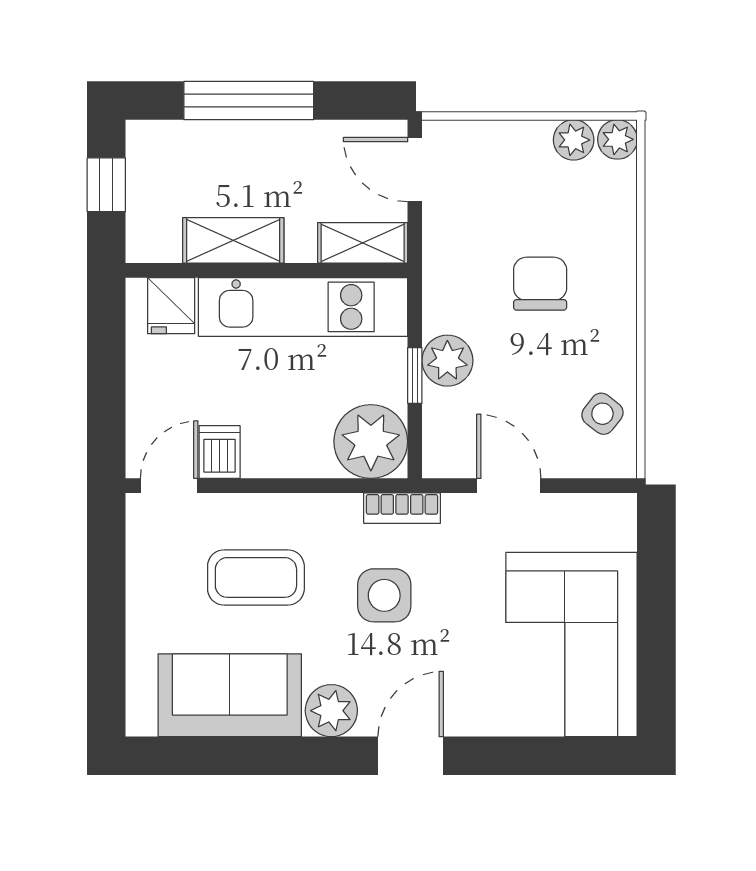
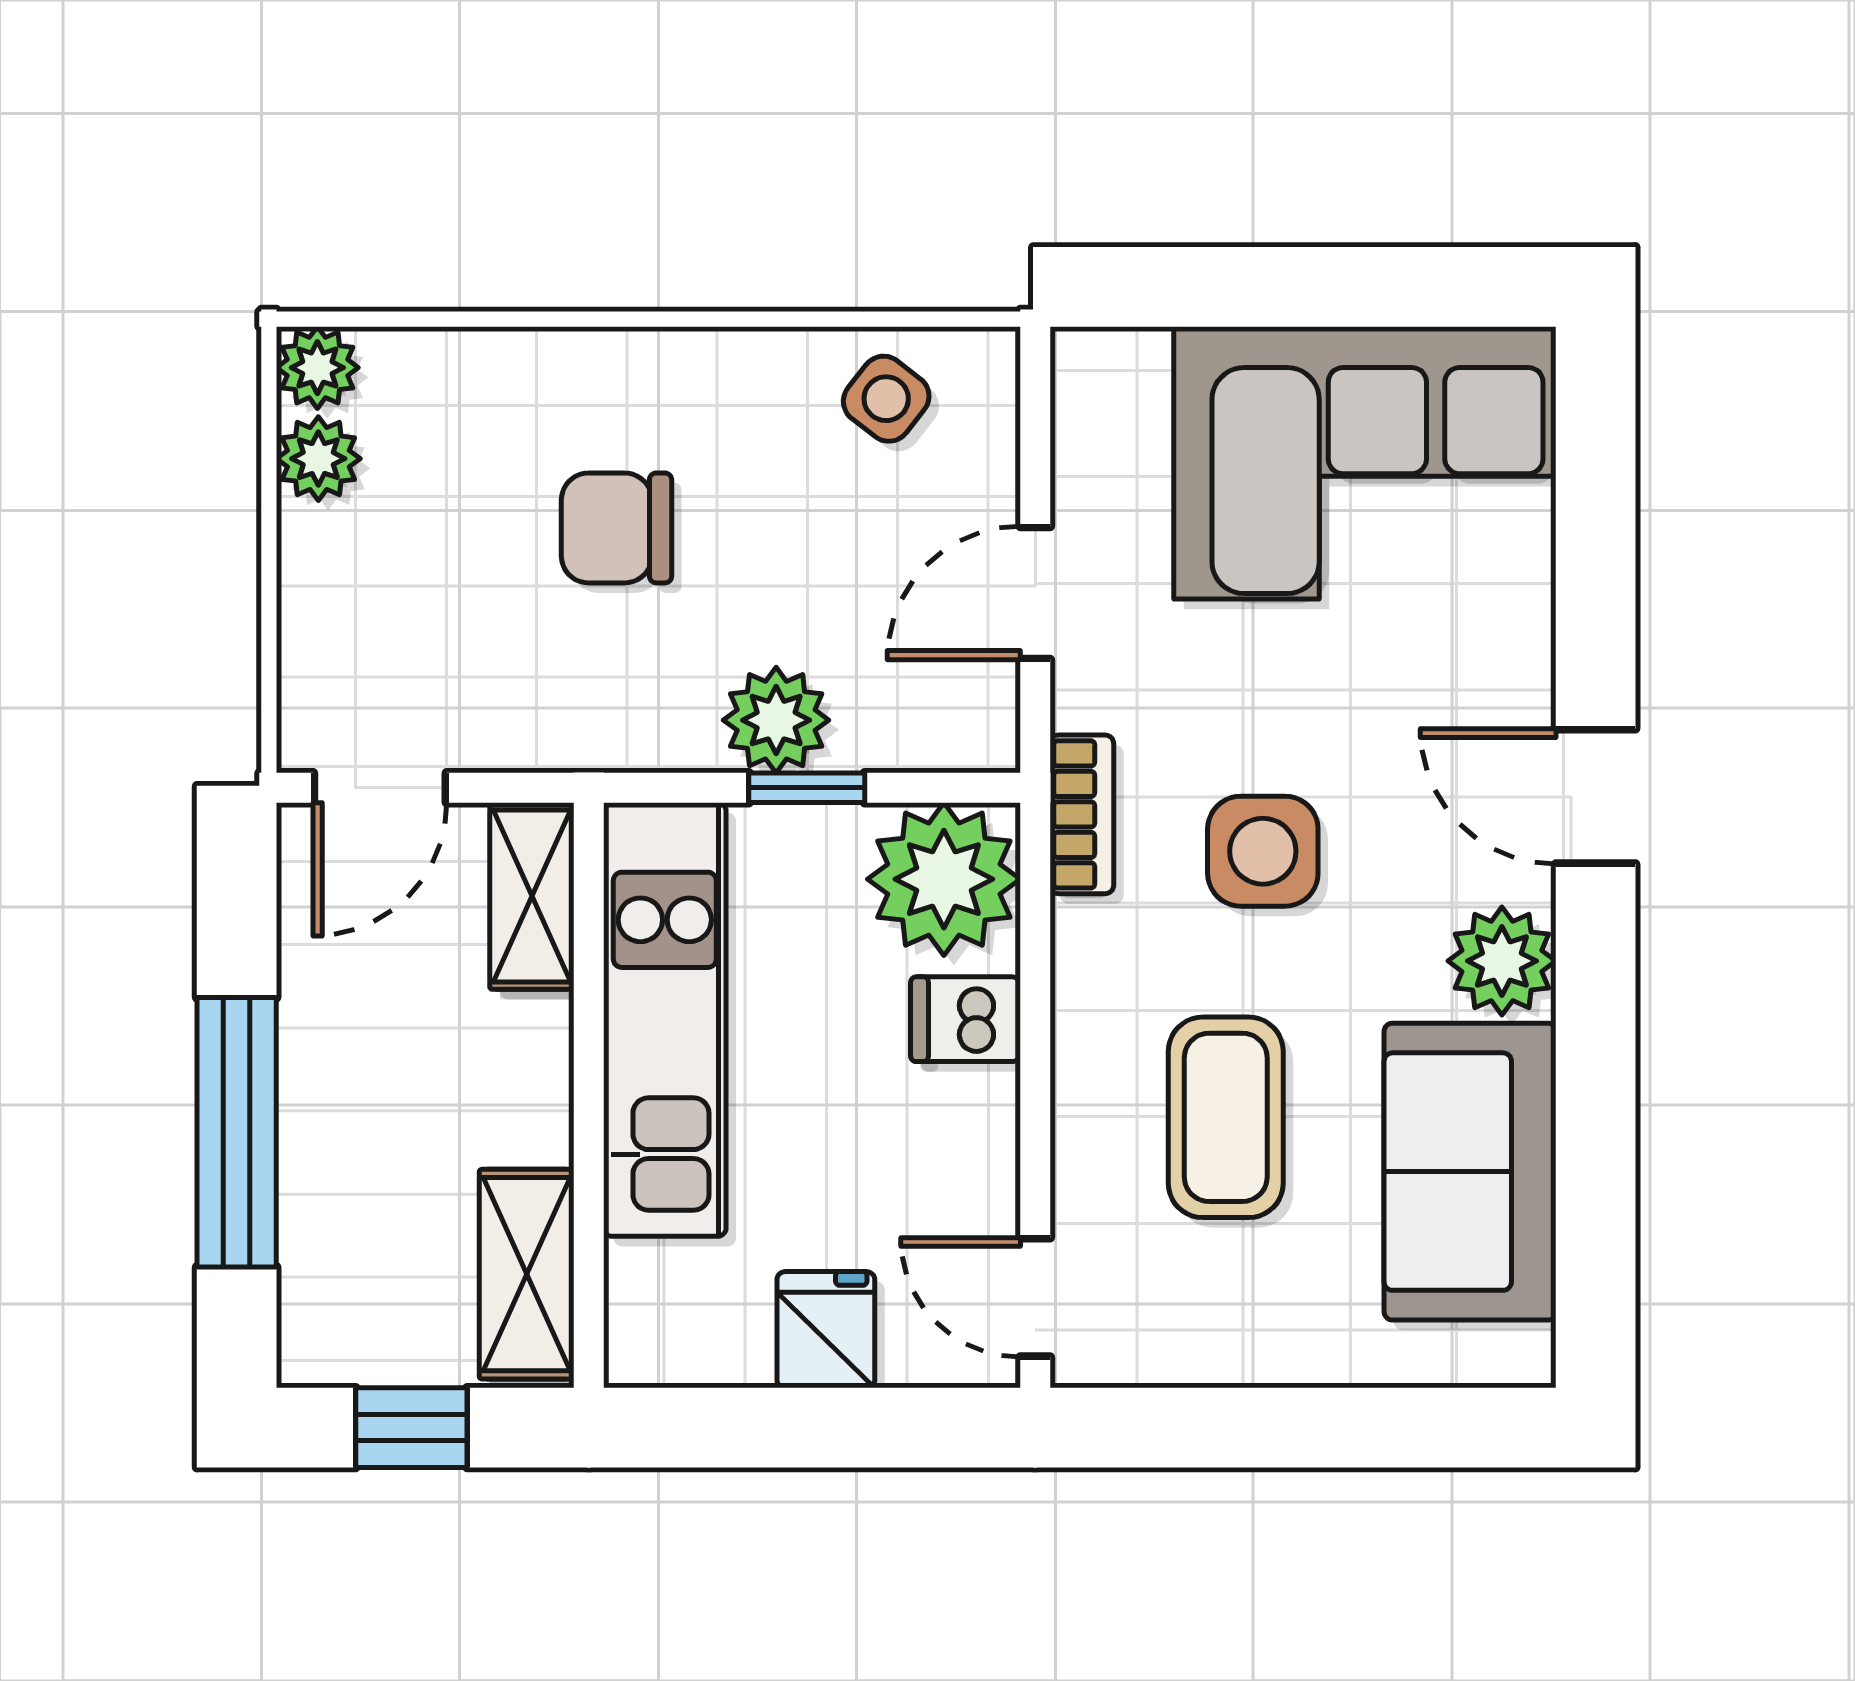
shelving: (233, 240) -> (527, 1274), moved
fridge: (171, 306) -> (826, 1330), moved, turned -90
dishwasher: (220, 452) -> (966, 1019), moved

